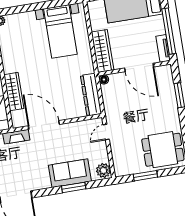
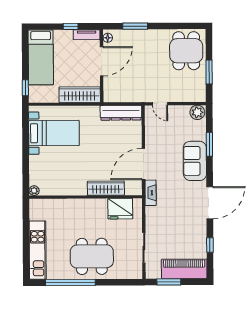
window: (169, 31) -> (71, 26), width x0.32
floor lamp: (104, 80) -> (108, 38), moved
sofa: (70, 173) -> (195, 161), moved

